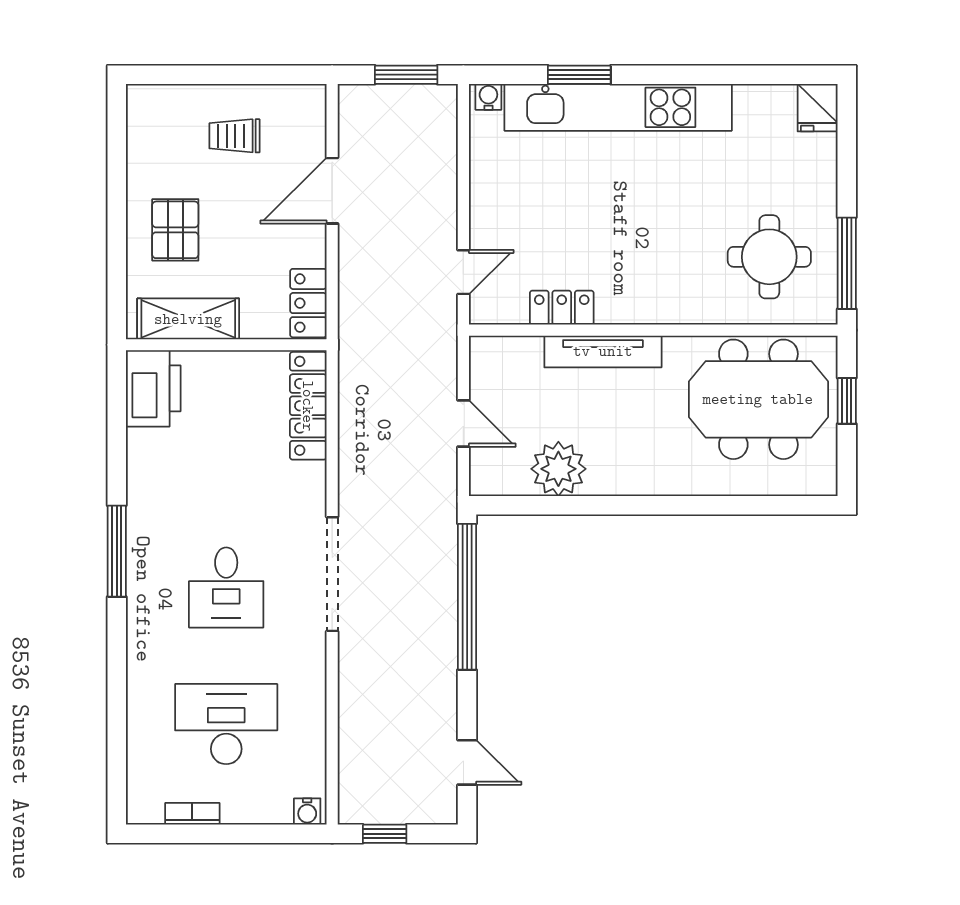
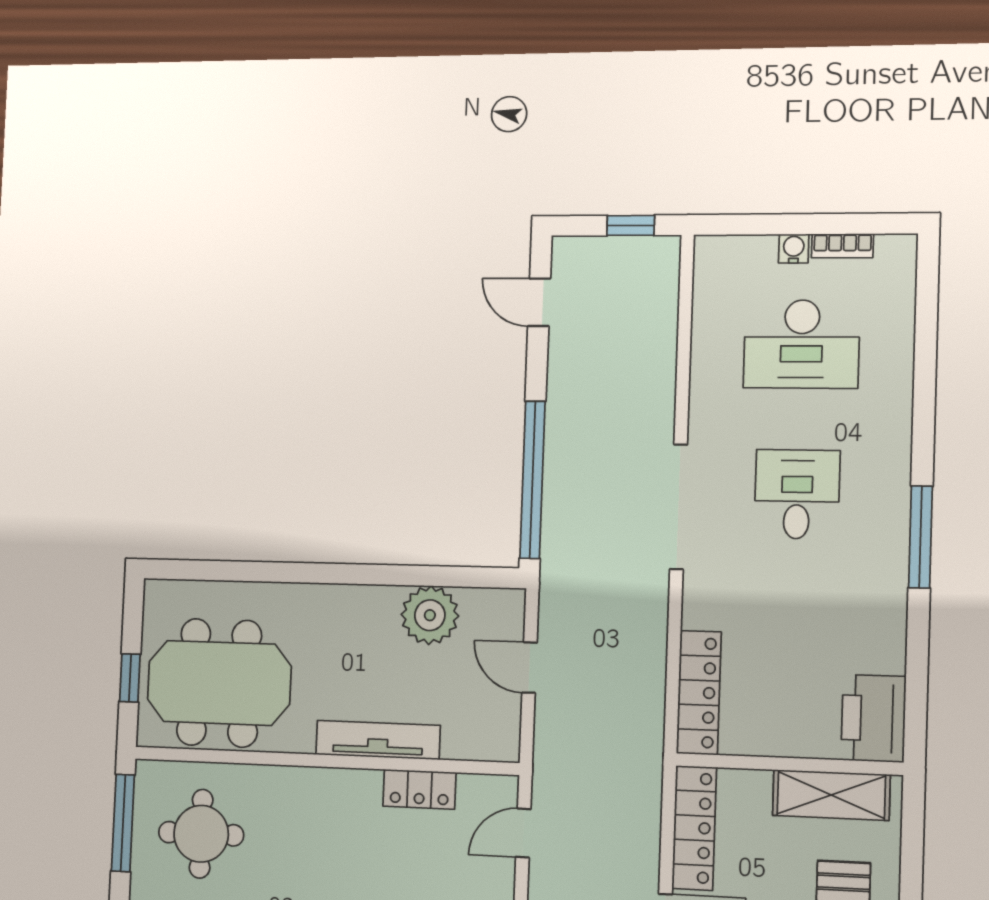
locker: (308, 303) -> (694, 828), width x1.53
water cooler: (307, 811) -> (794, 249), moved

